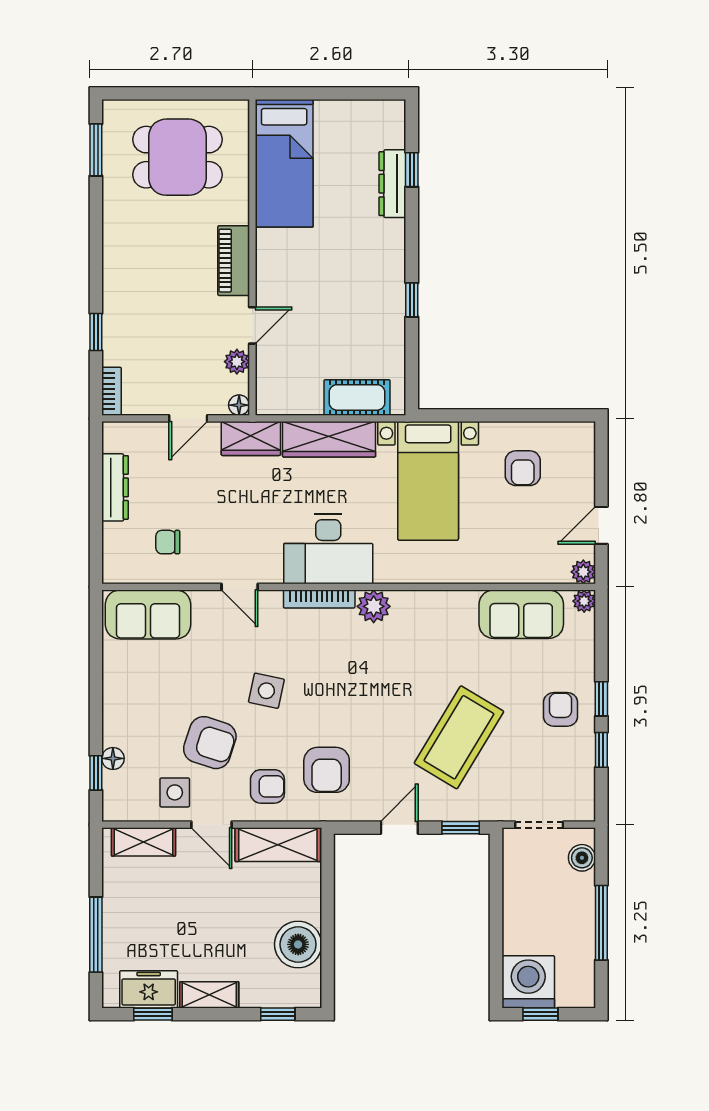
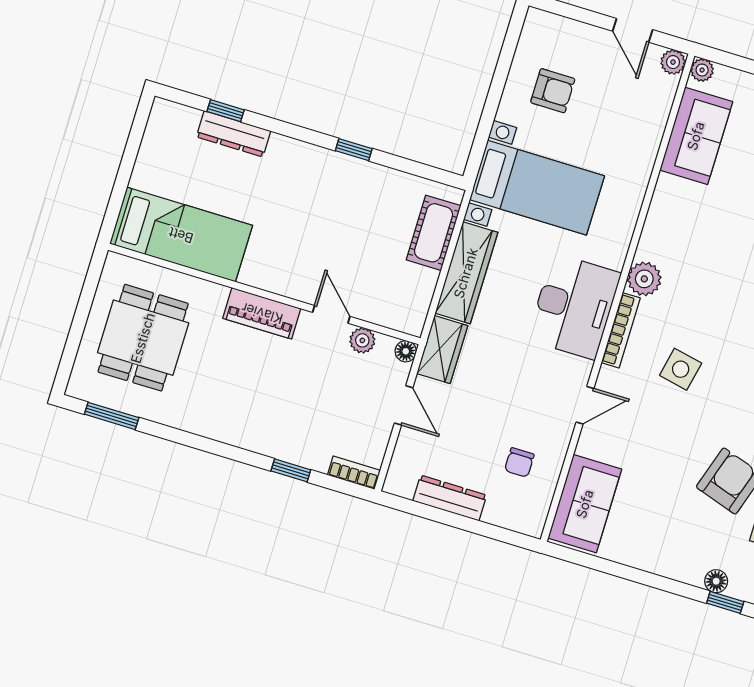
side table: (266, 691) -> (681, 369), moved

